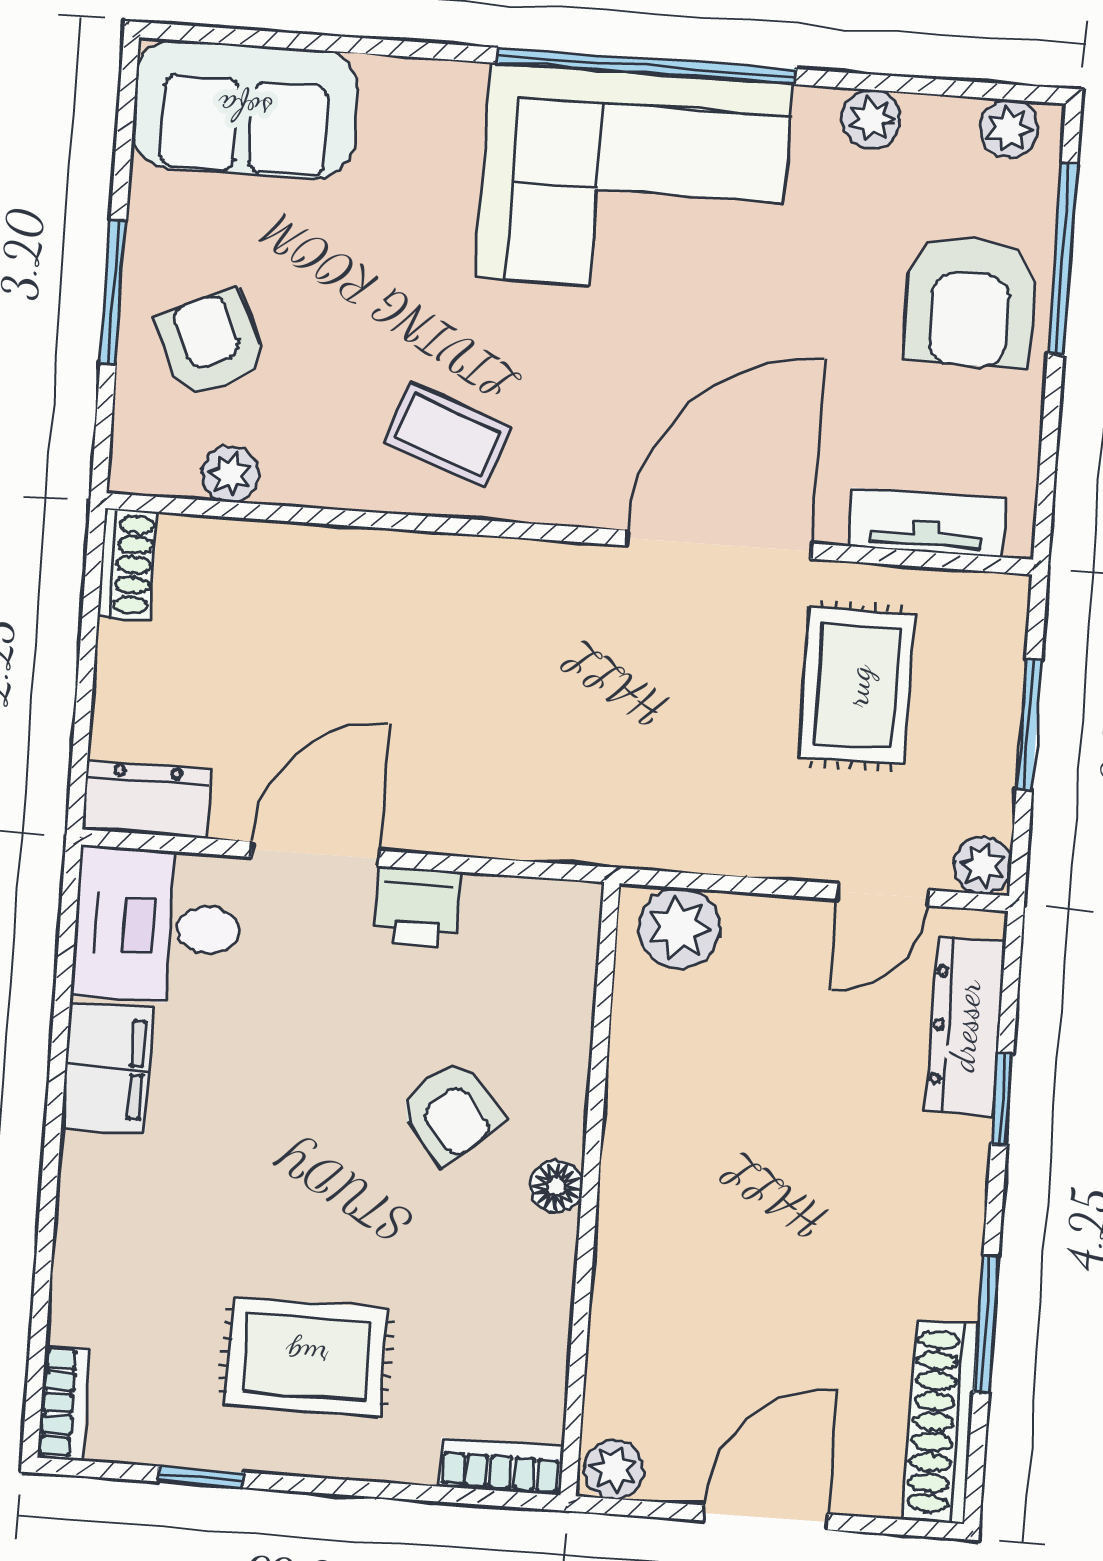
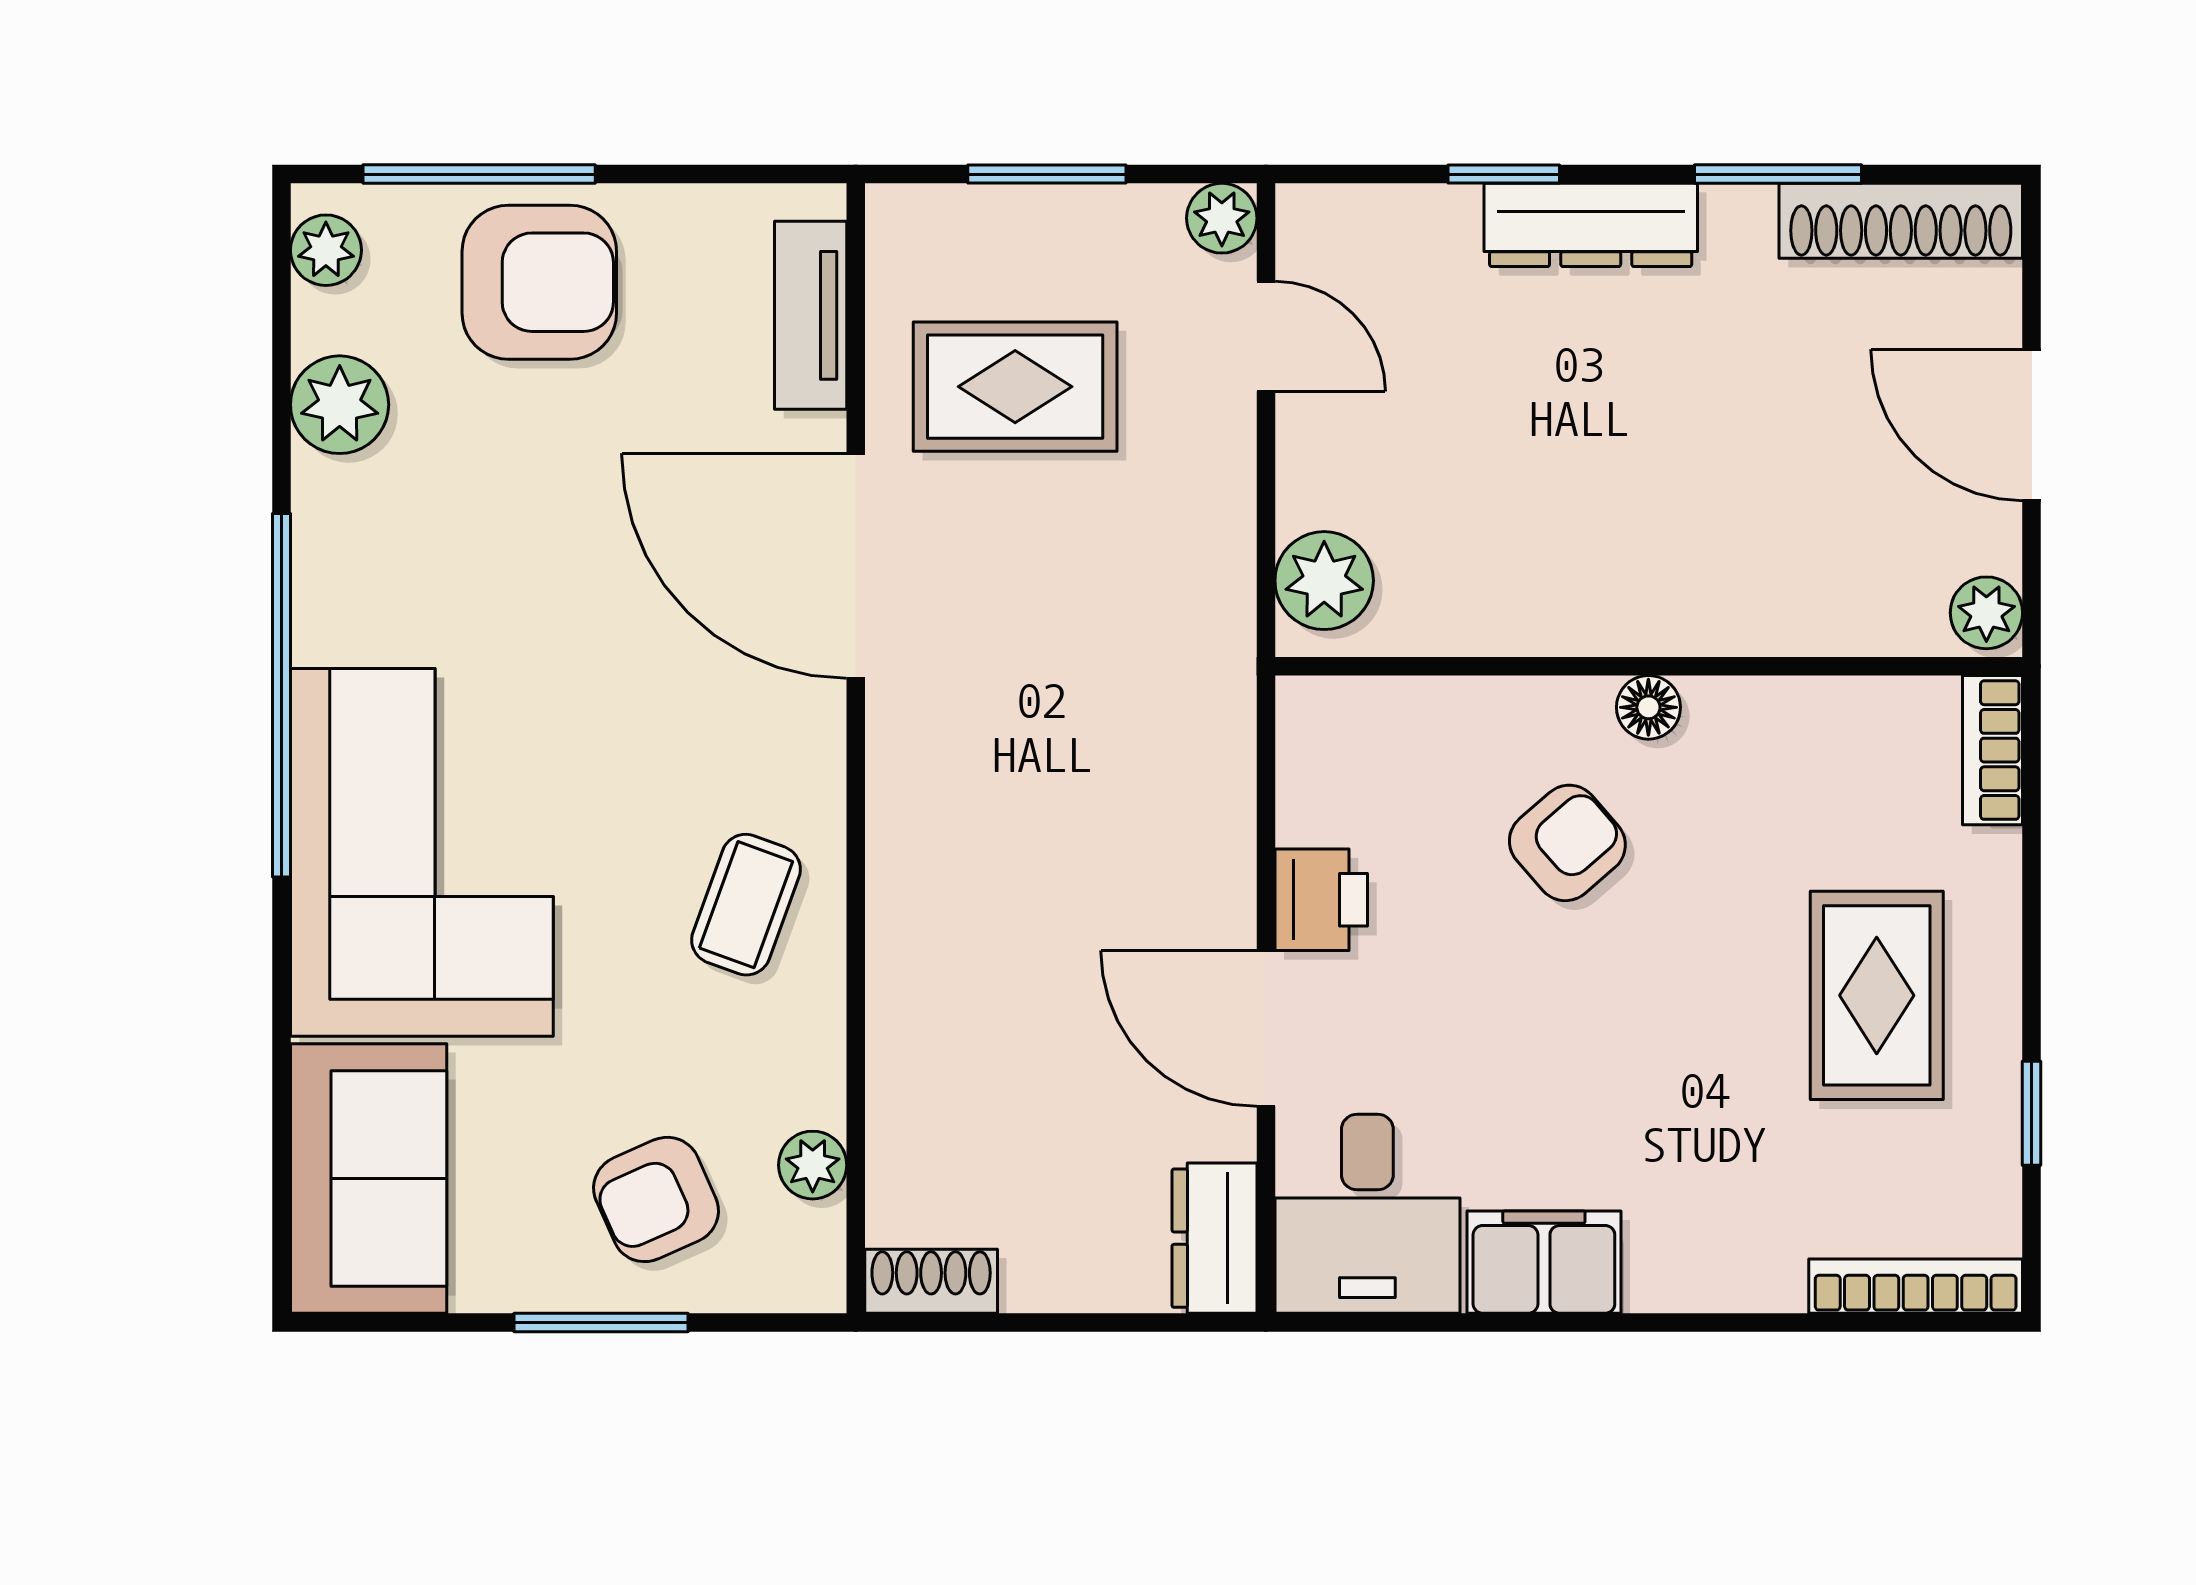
plant: (871, 119) -> (340, 405), width x1.38, depth x1.38
corner sofa: (633, 181) -> (422, 852), moved
dresser: (965, 1026) -> (1591, 225), moved
bookcase: (64, 1403) -> (1916, 1286), width x1.56

